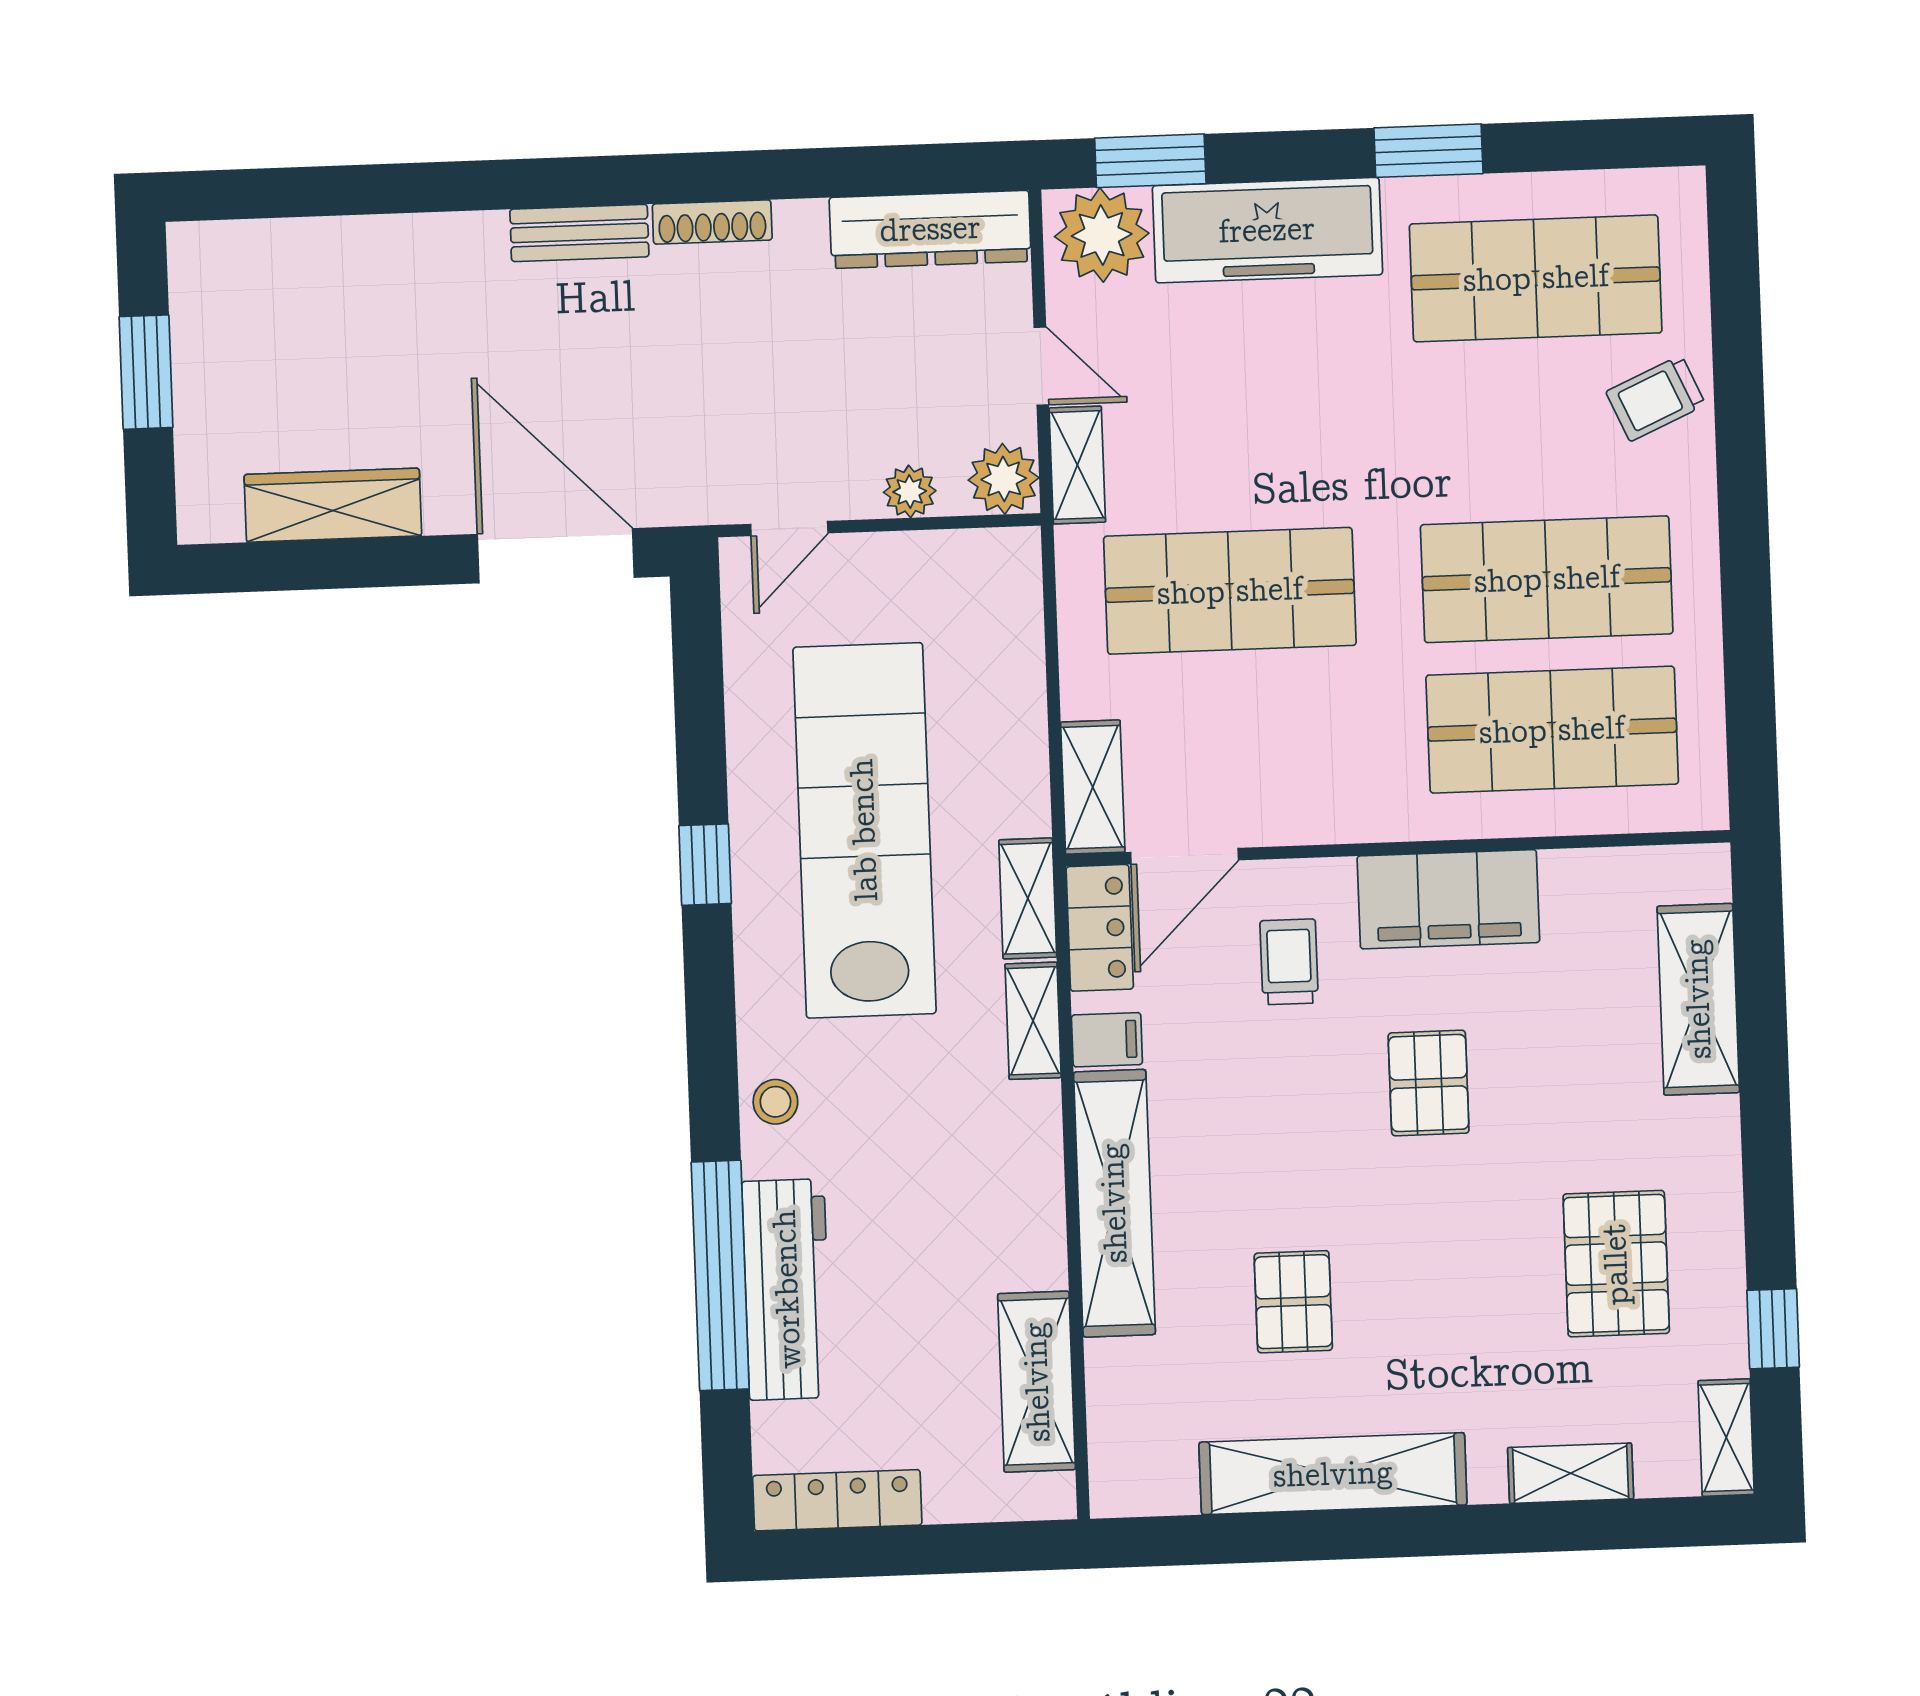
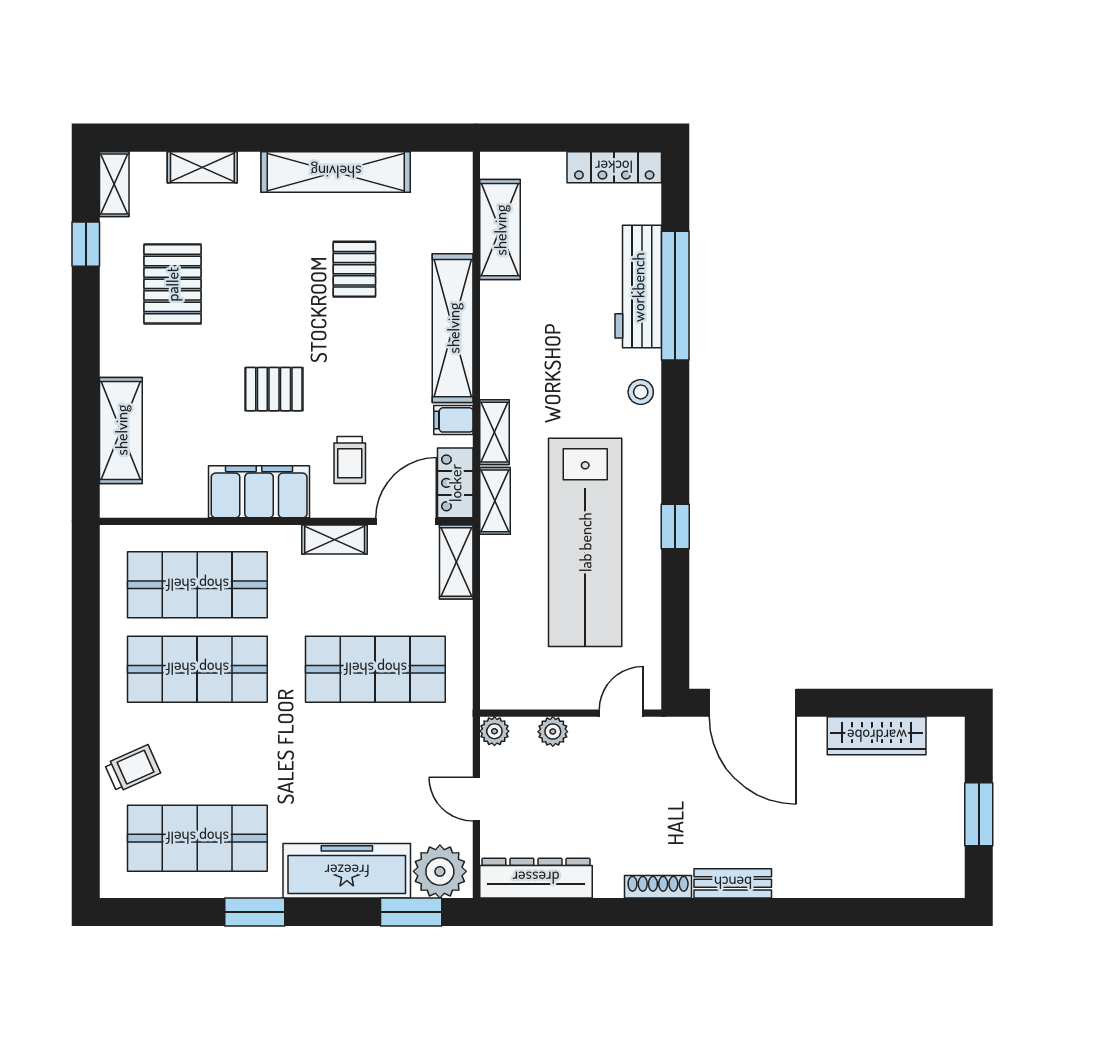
shelving: (1077, 465) -> (335, 540), moved, turned 90
plant: (1004, 479) -> (494, 731), width x0.73, depth x0.73
pallet: (1429, 1083) -> (274, 389), turned 90

